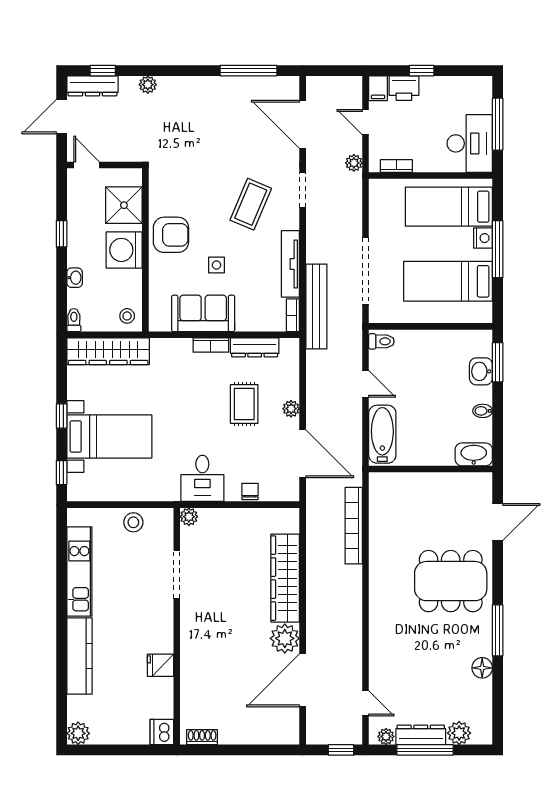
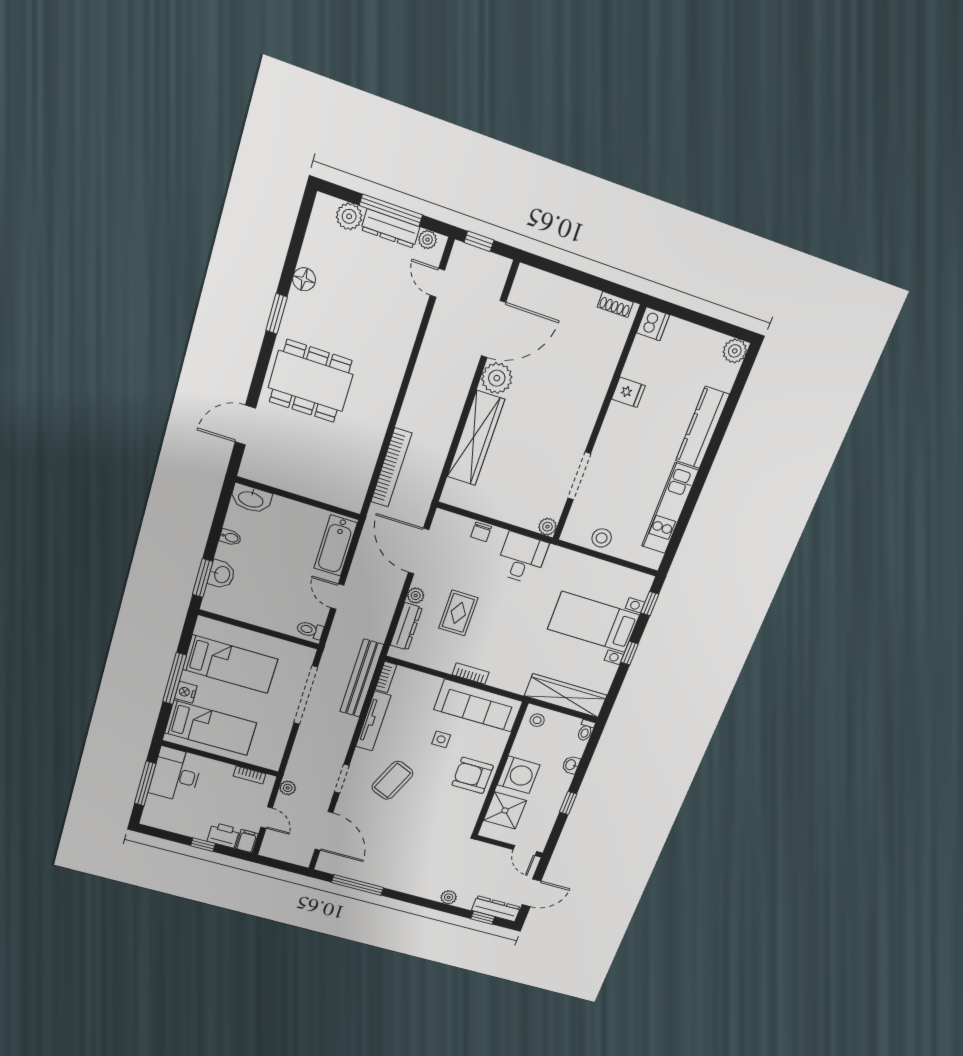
sofa: (203, 313) -> (478, 705), width x1.36
dresser: (255, 347) -> (406, 626), moved, turned 90
window: (498, 630) -> (276, 314), width x0.69

